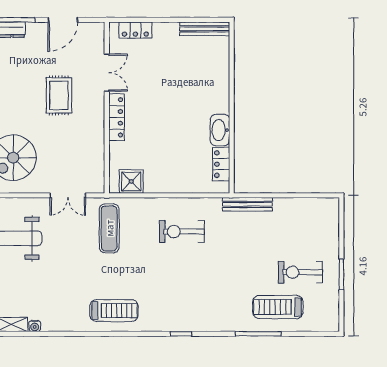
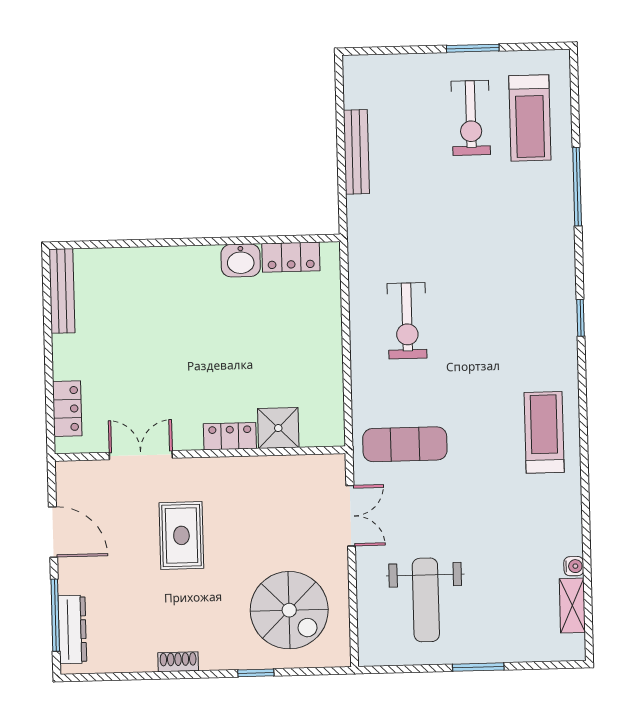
rug: (59, 95) -> (181, 535), turned 90
locker: (117, 117) -> (230, 436), width x0.66
washbasin: (220, 130) -> (241, 260), width x0.72
shower: (131, 181) -> (278, 428), moved
bench: (247, 204) -> (356, 152), moved
treadmill: (278, 307) -> (530, 118), moved

